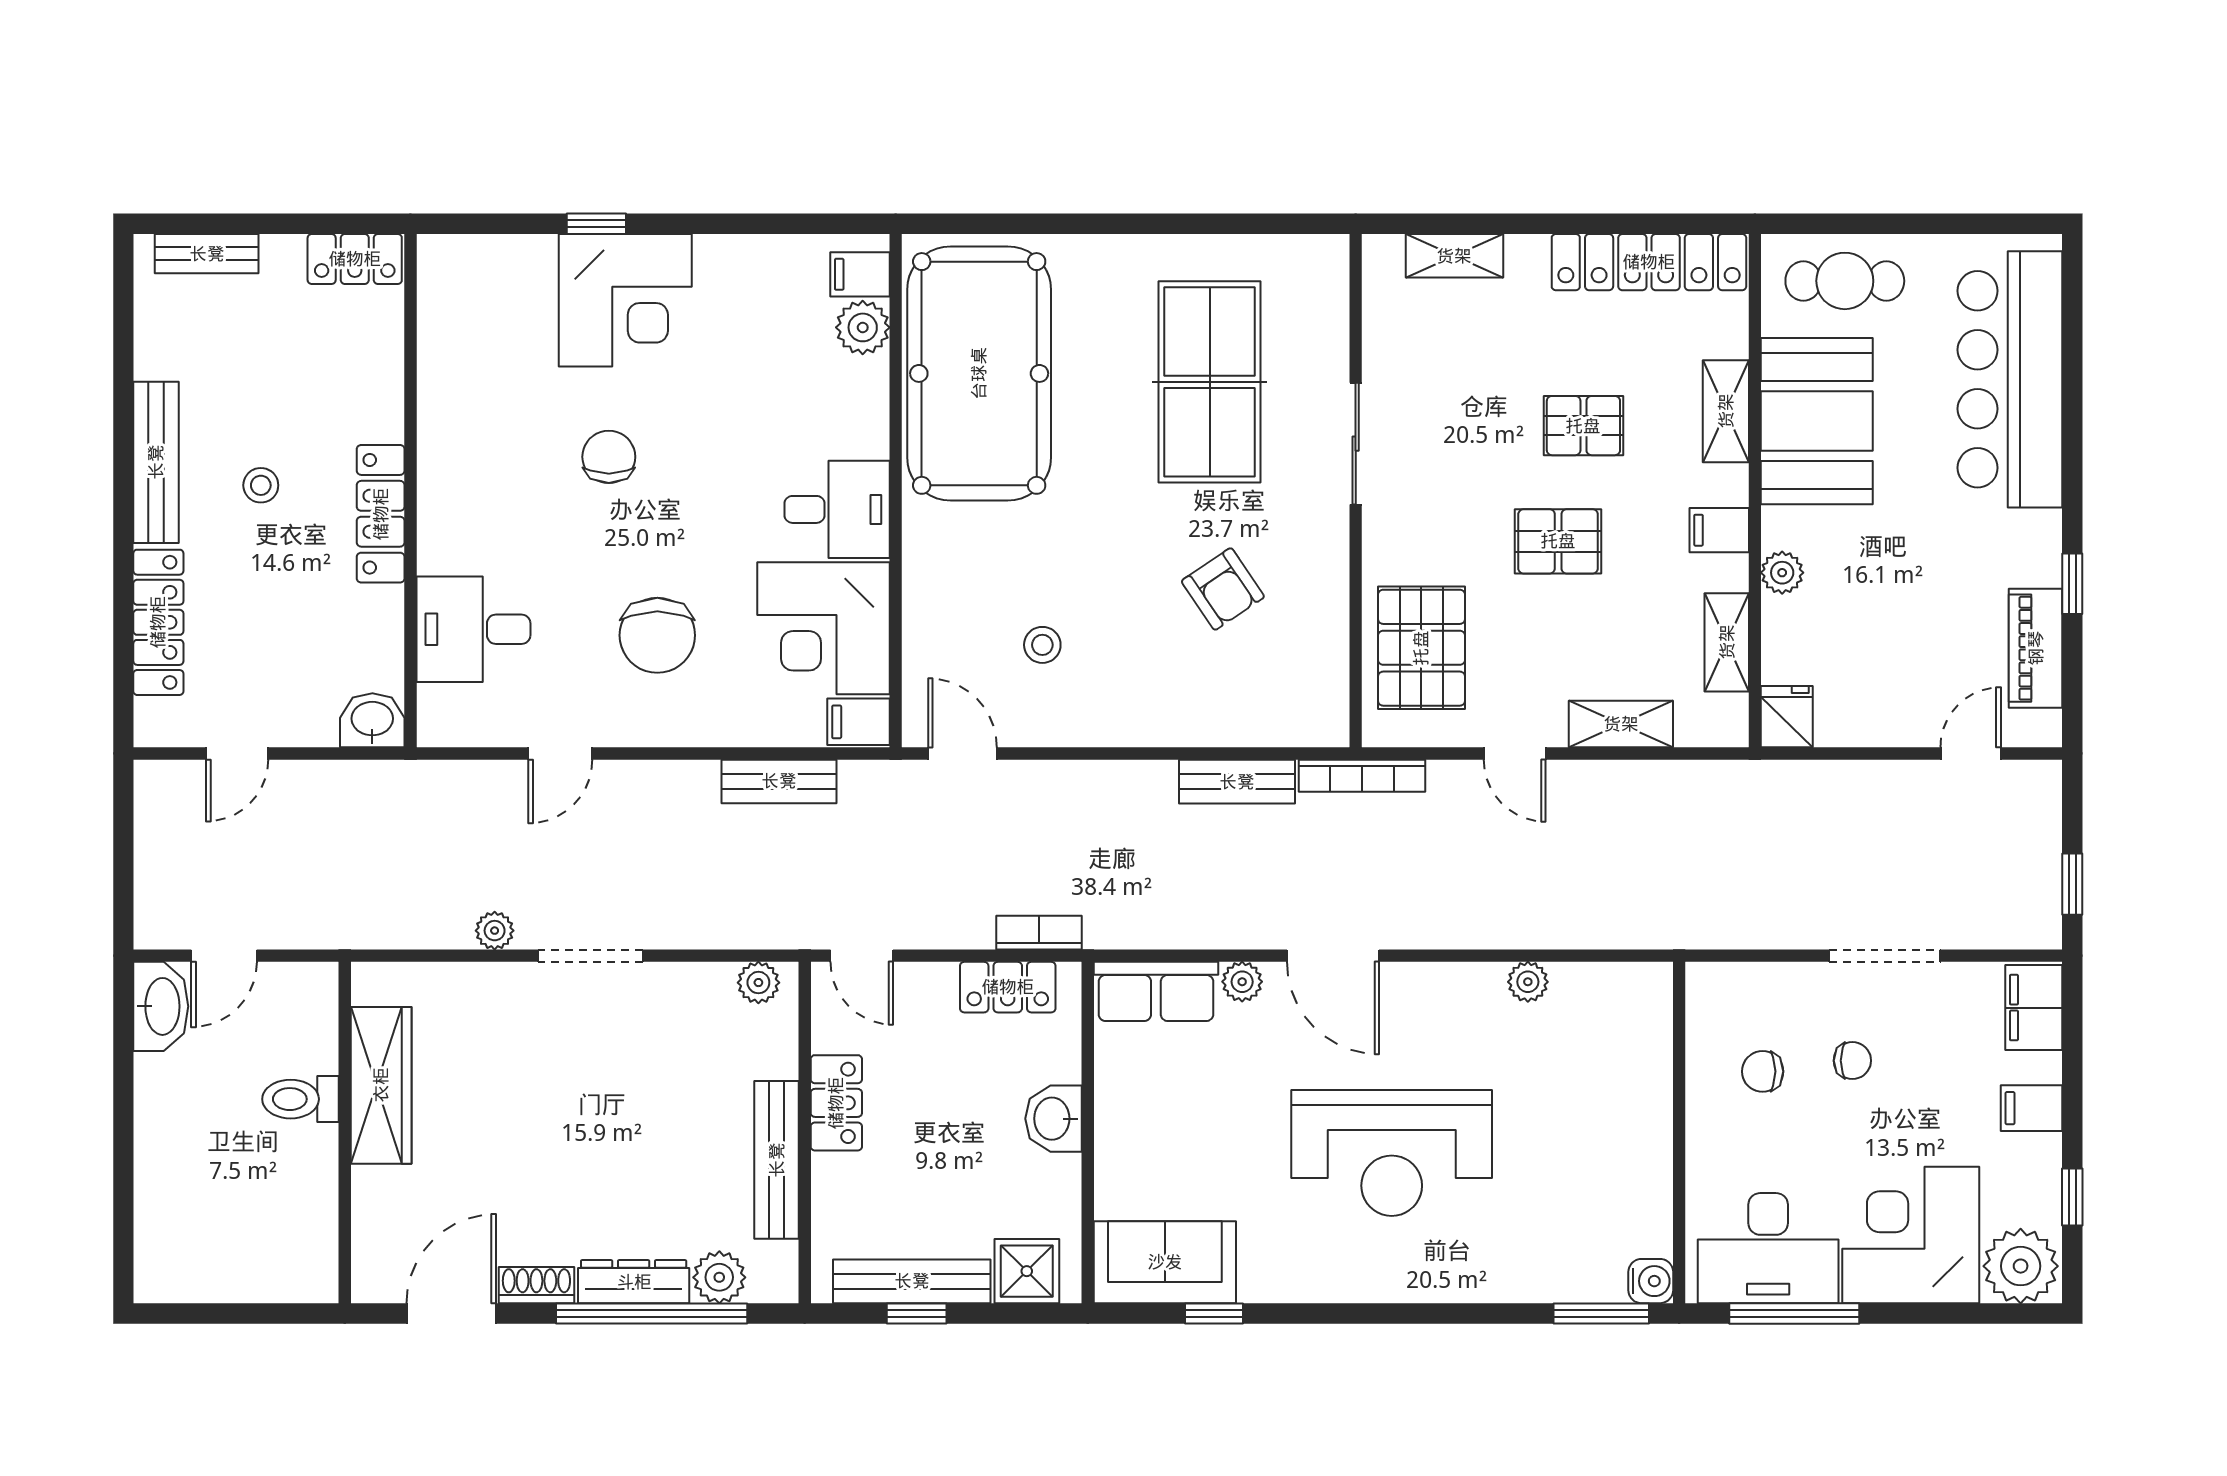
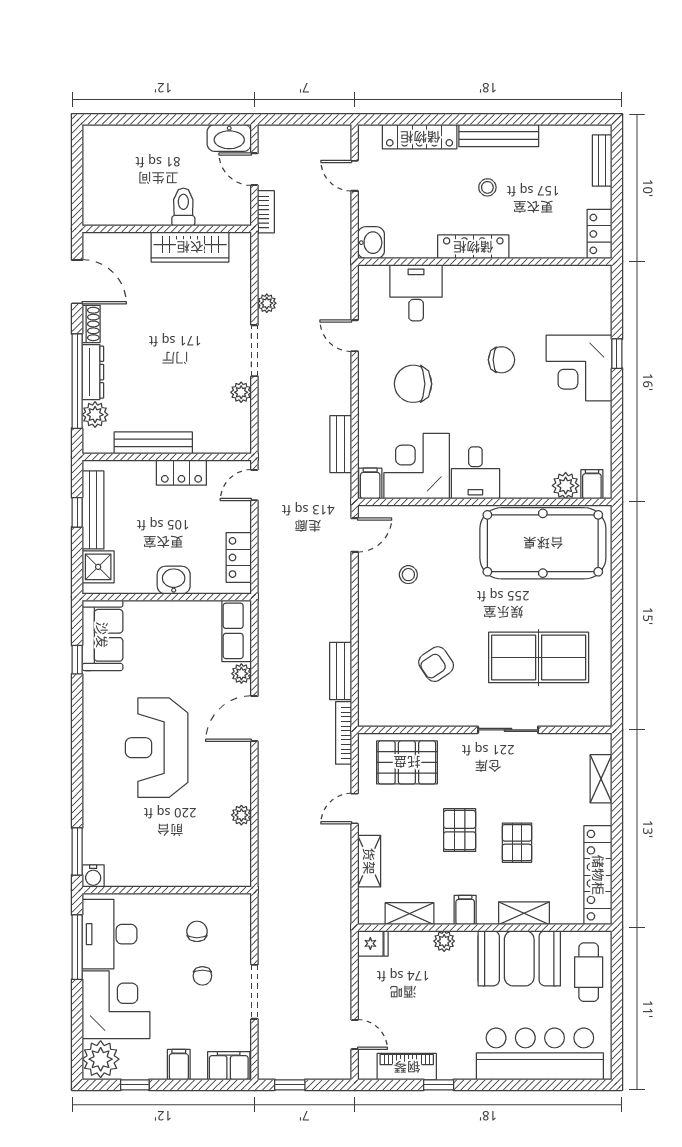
bookcase: (1039, 933) -> (266, 212), moved
plant: (758, 983) -> (241, 392), moved

